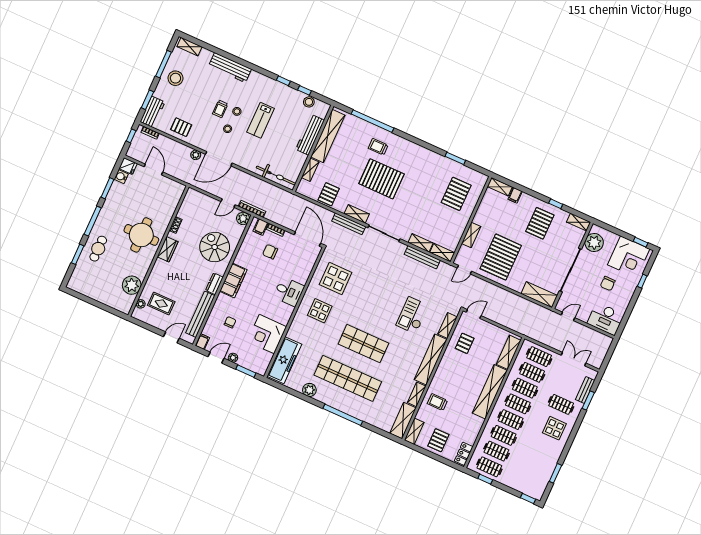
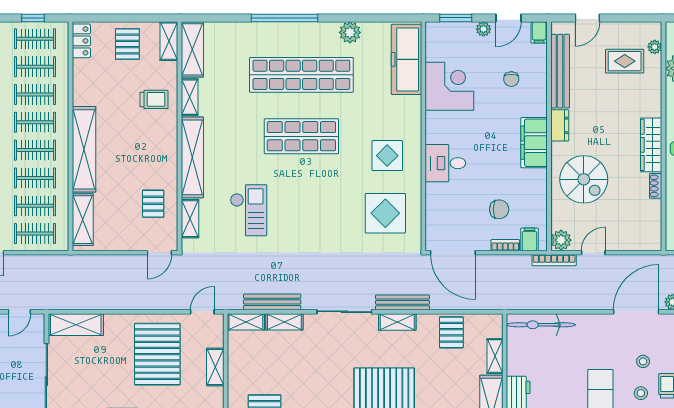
wardrobe: (168, 249) -> (651, 145), width x1.50

